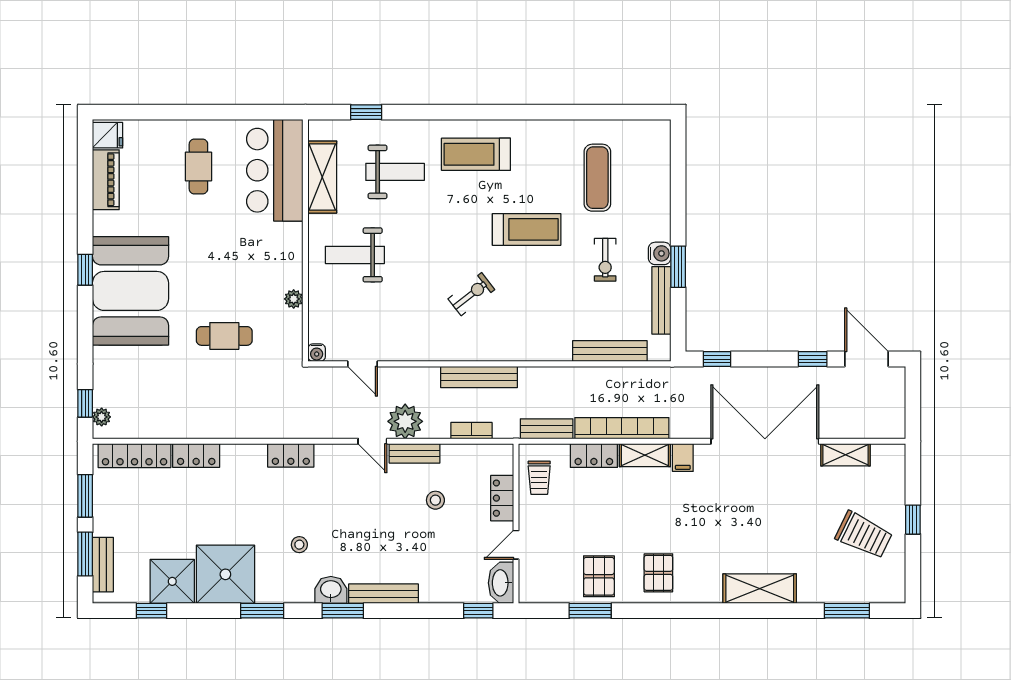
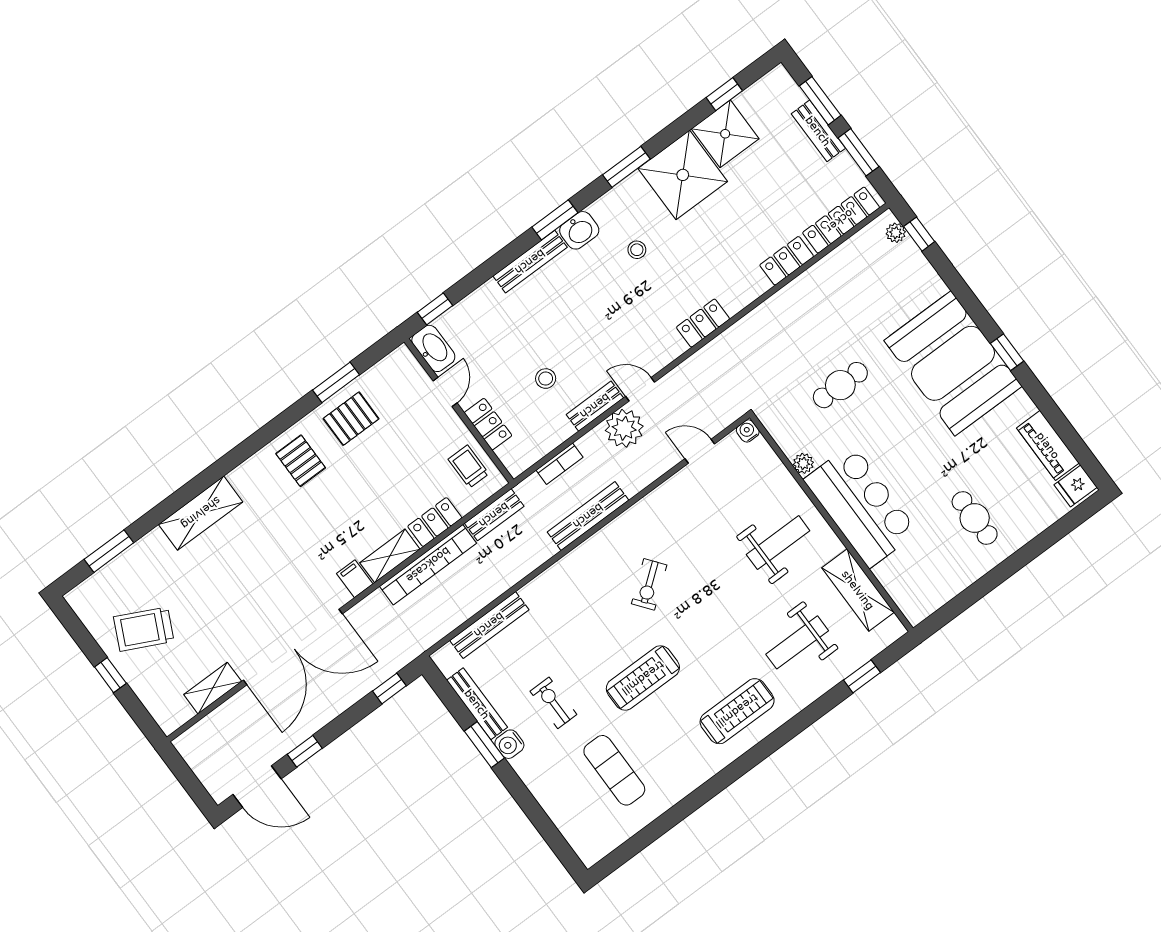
bar counter: (275, 170) -> (861, 506), moved
bench: (103, 565) -> (818, 131), moved
pallet: (599, 576) -> (351, 419), turned 90

